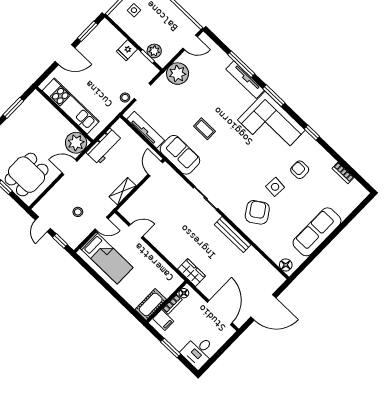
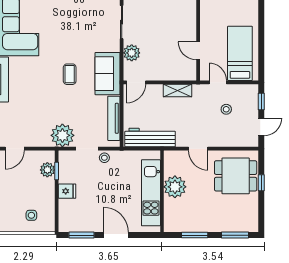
door: (190, 43) -> (15, 149), swing flipped
plant: (178, 74) -> (62, 135), moved
plant: (76, 143) -> (175, 187), moved
workbench: (104, 146) -> (150, 138), width x1.38
plant: (178, 185) -> (132, 53), added

